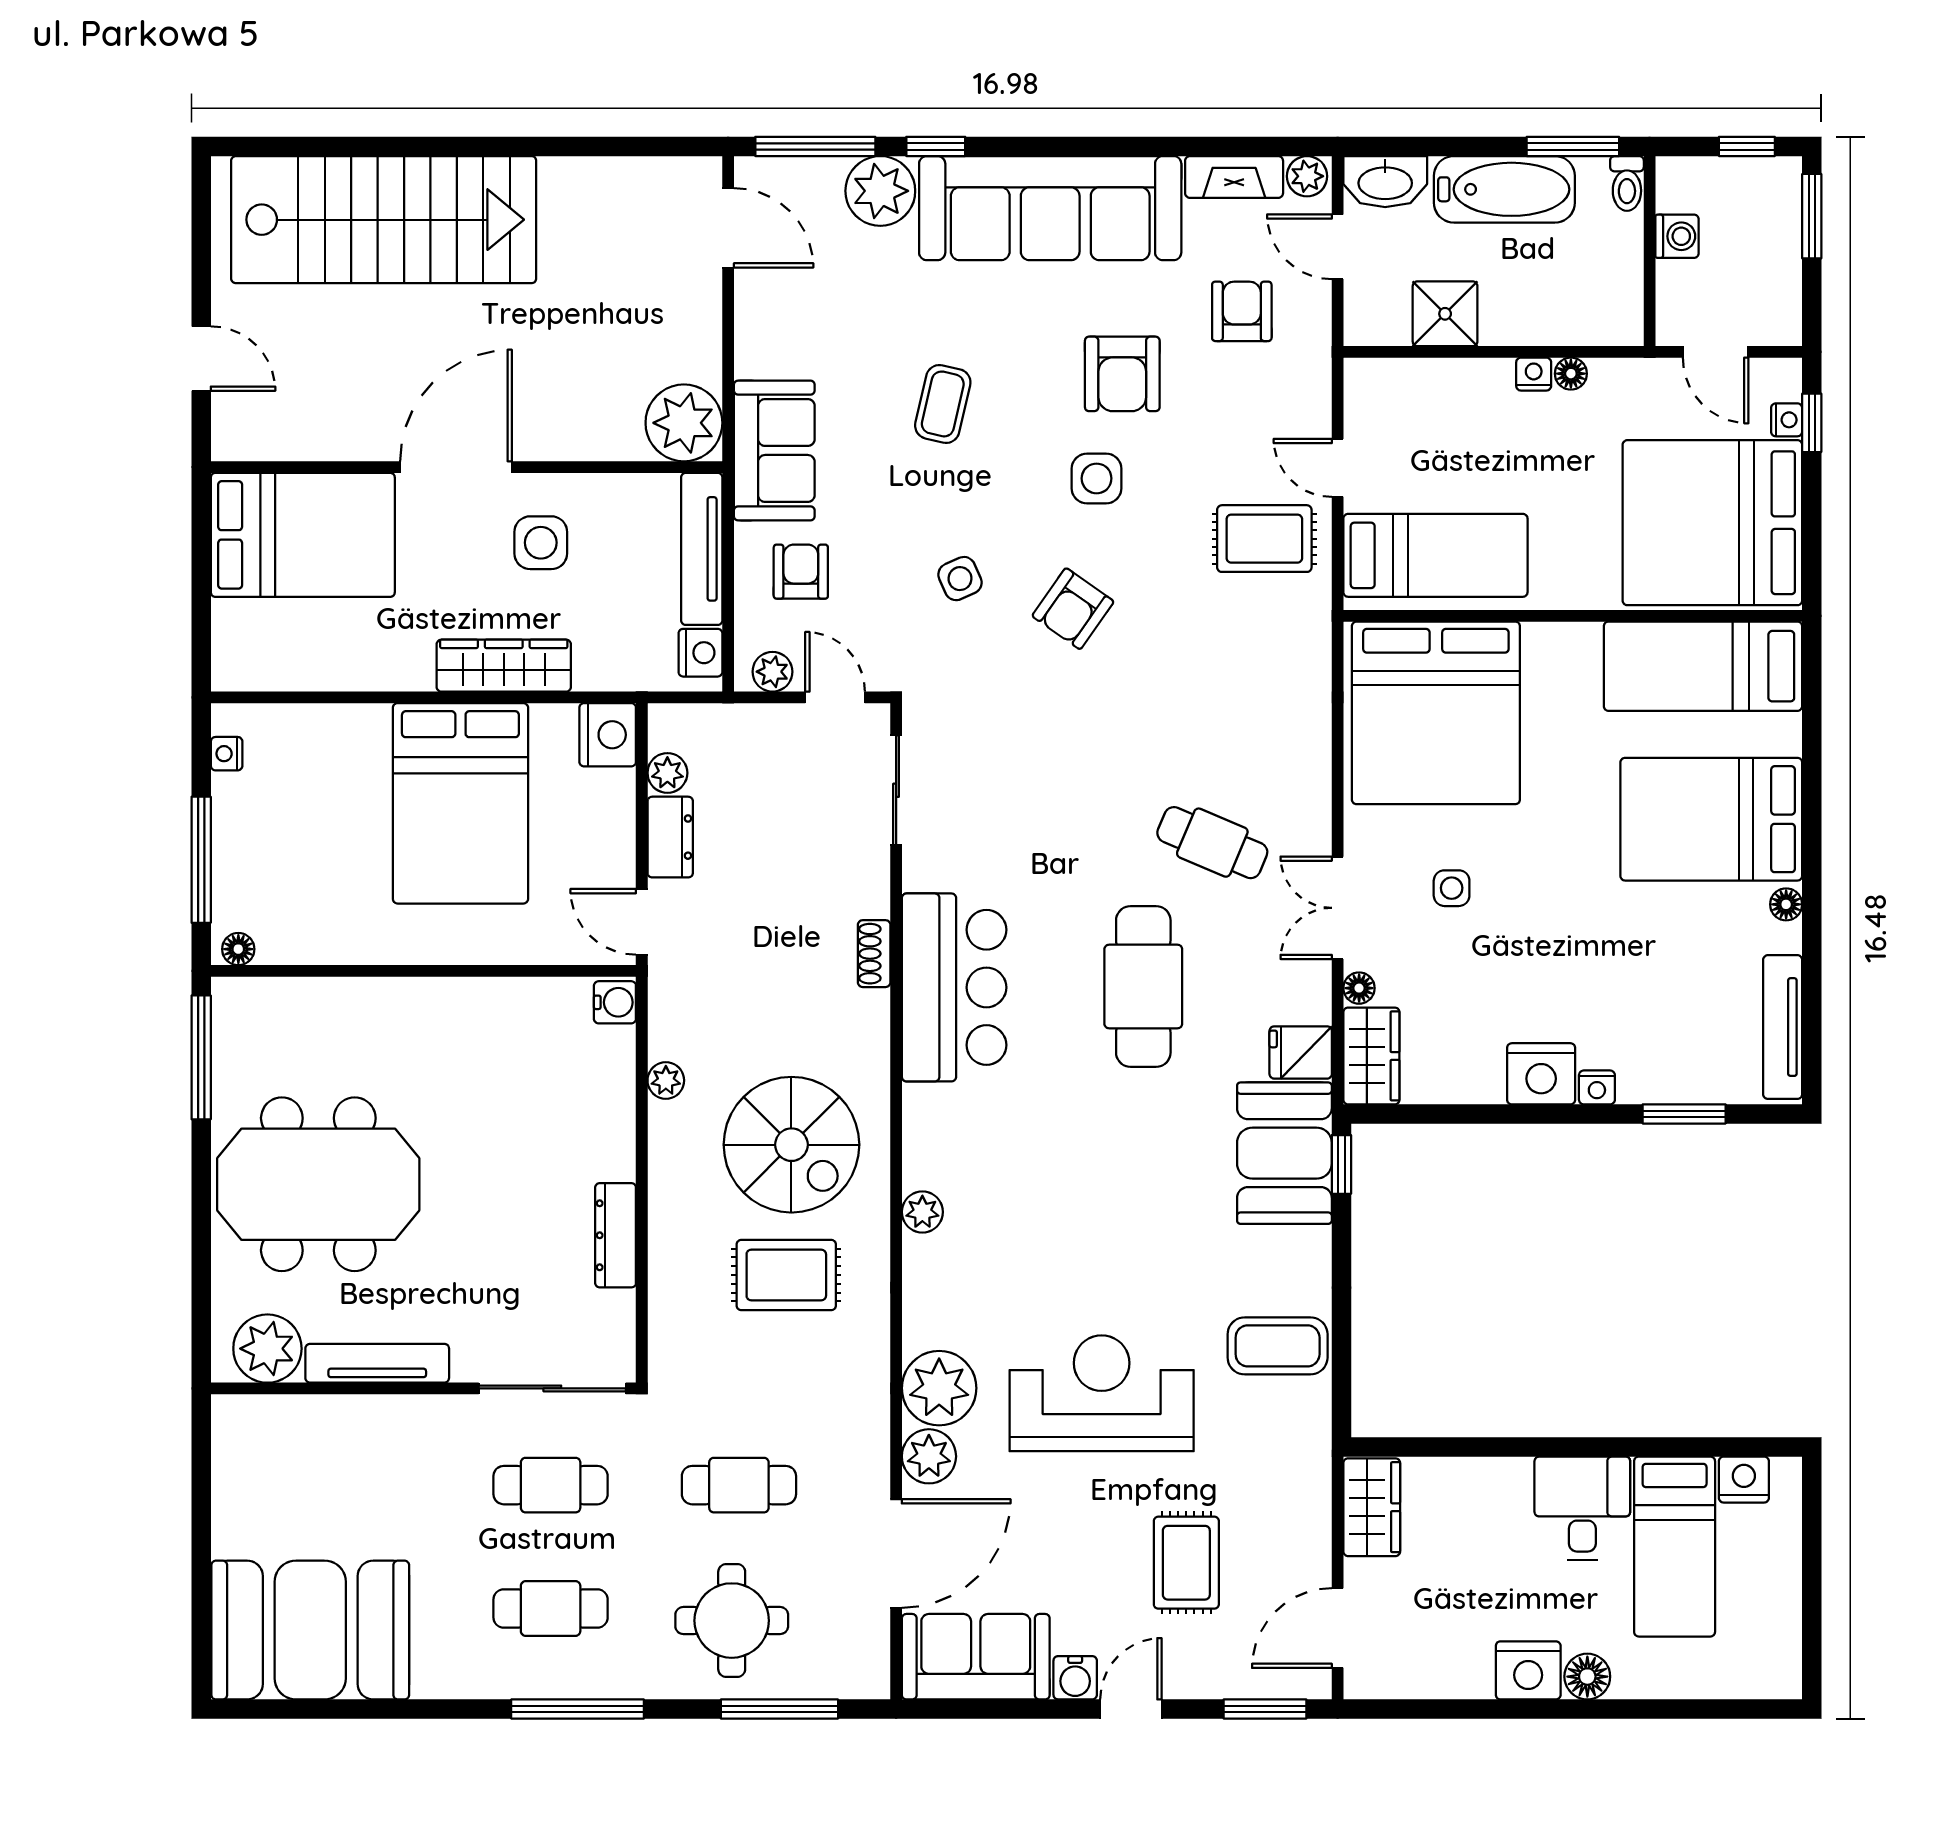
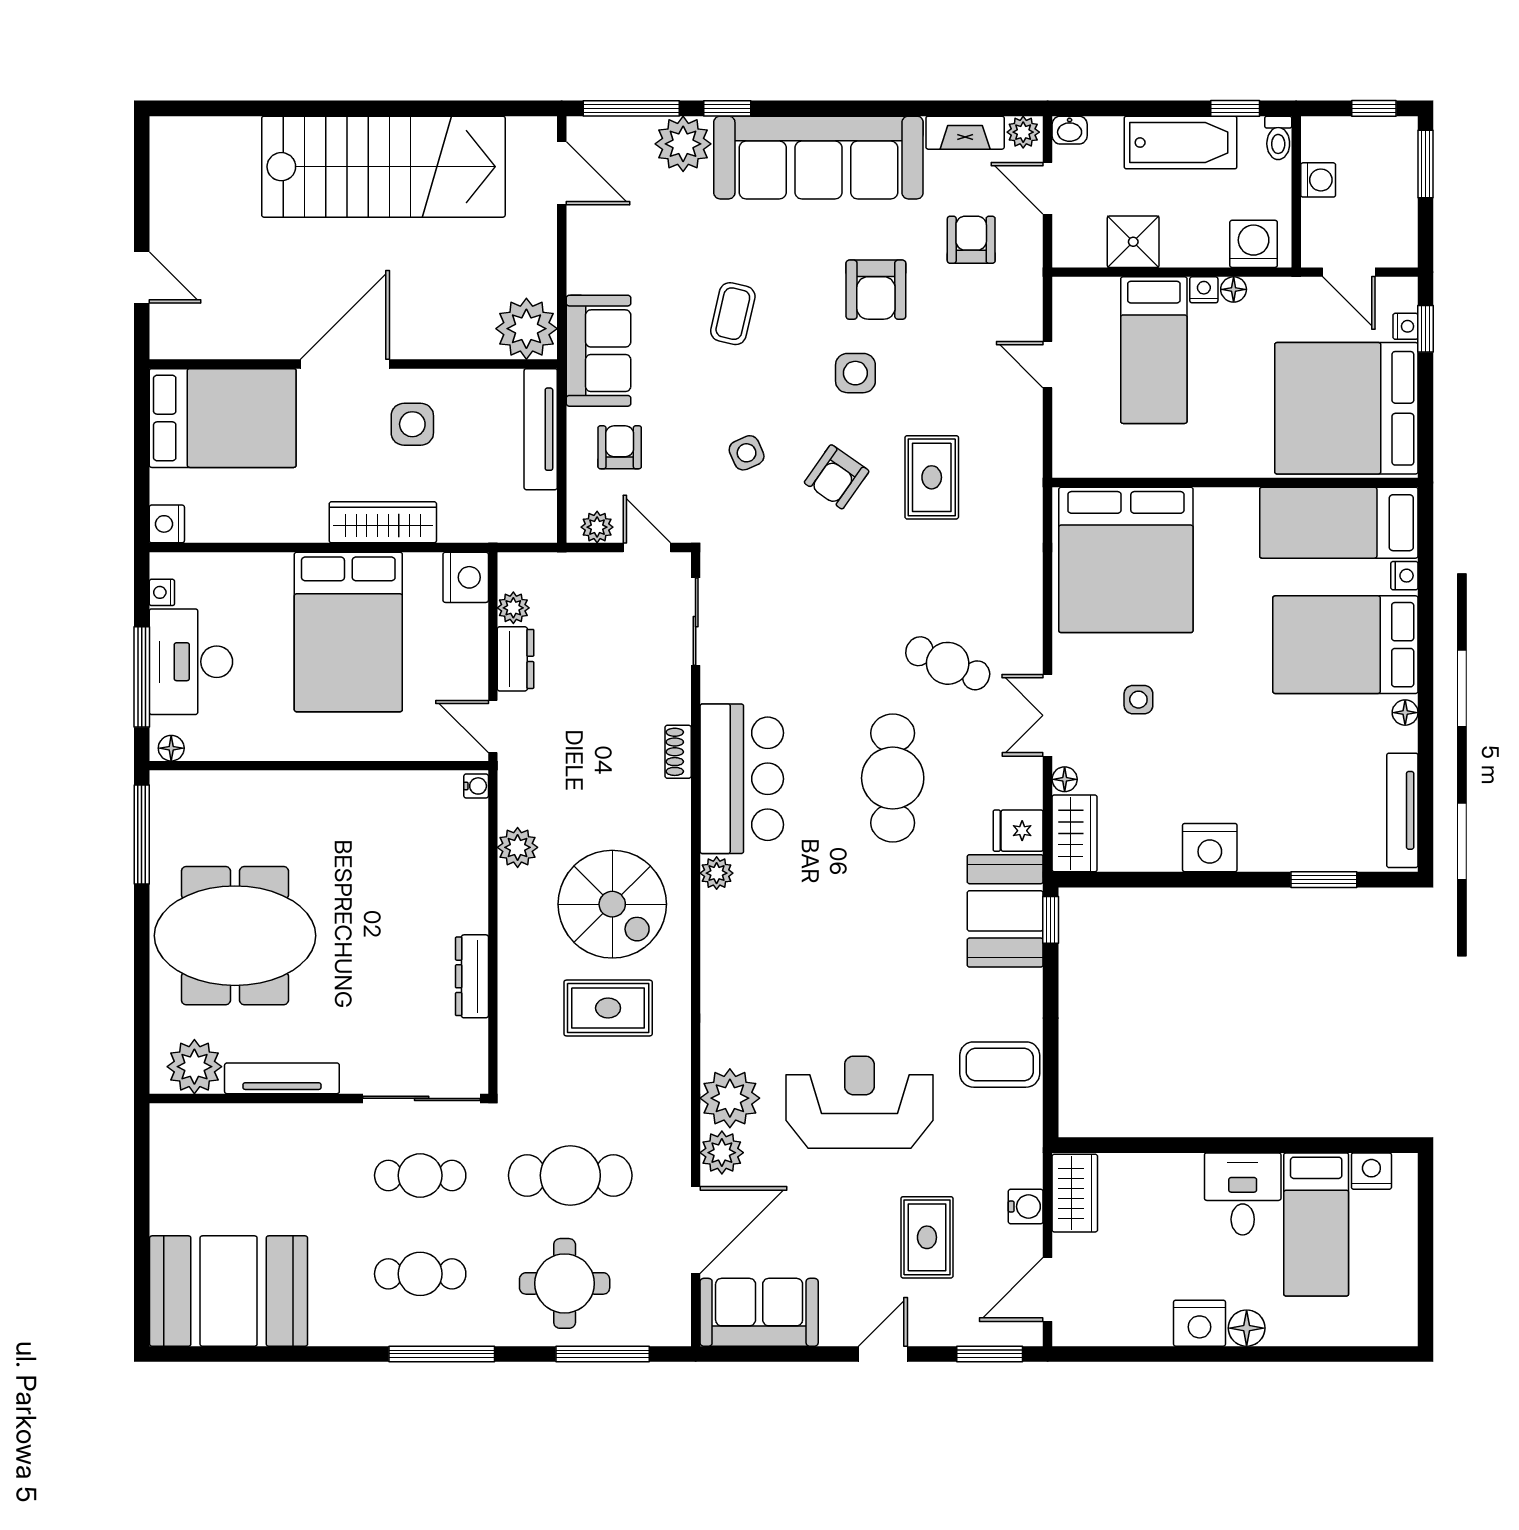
window: (1573, 146) -> (1235, 108), width x0.67
washbasin: (1385, 182) -> (1070, 130), width x0.52, depth x0.69
stairs: (384, 220) -> (383, 167), moved
washing machine: (1596, 316) -> (1254, 244), added
rug: (1264, 539) -> (932, 477), moved, turned 90
bed: (1435, 555) -> (1154, 350), moved, turned 90
nightstand: (700, 653) -> (167, 524), moved, turned 180
desk: (263, 841) -> (191, 662), added
water cooler: (615, 1002) -> (476, 786), width x0.72, depth x0.72
plant: (666, 1080) -> (518, 847), width x1.38, depth x1.38
nightstand: (1597, 1087) -> (1404, 576), moved, turned -90
plant: (922, 1212) -> (717, 873), moved
cafe table: (739, 1485) -> (570, 1175), width x1.37, depth x1.35
water cooler: (1075, 1678) -> (1026, 1207), moved, turned -90

